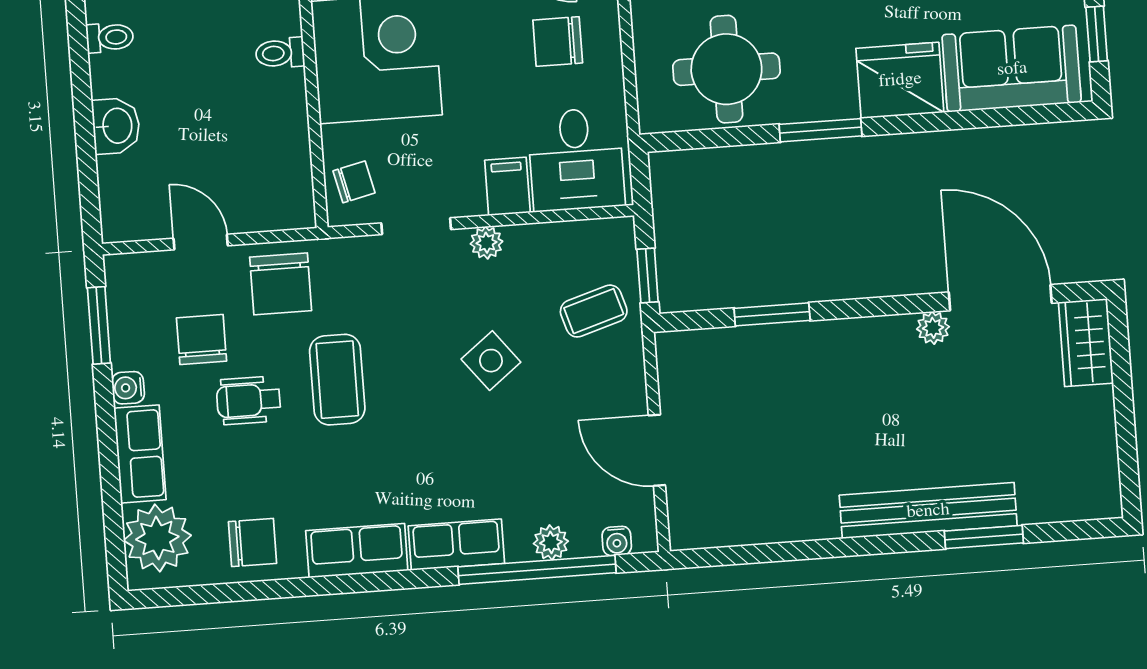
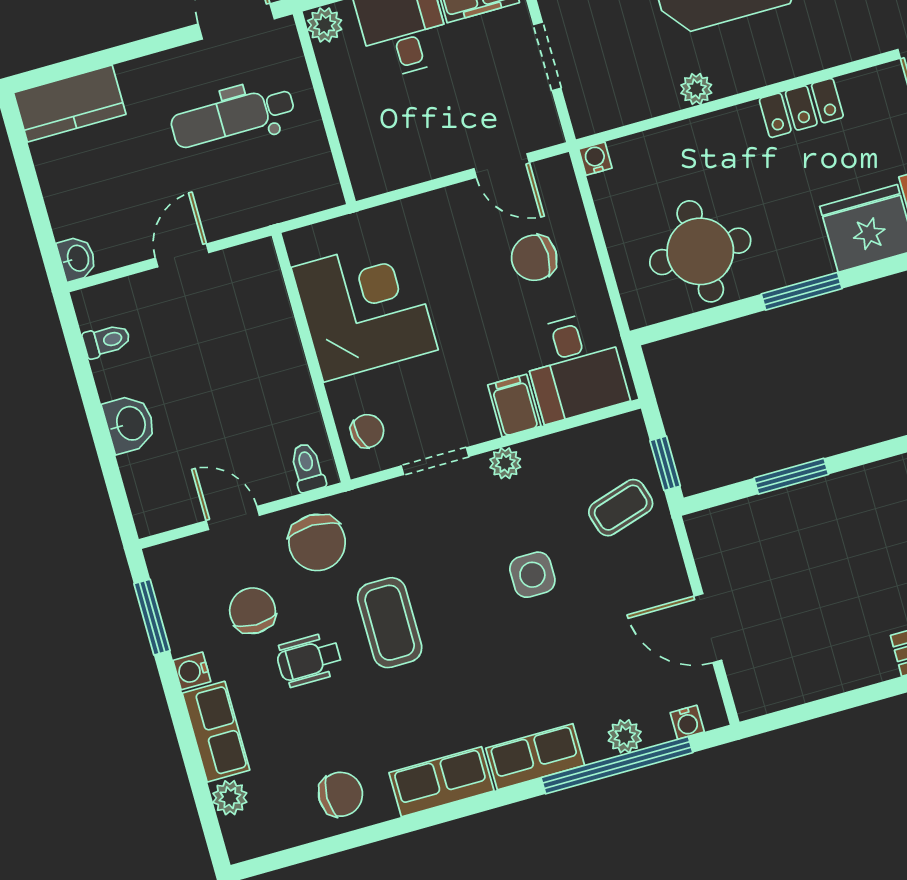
toilet: (280, 53) -> (307, 468), moved, turned 90
side table: (491, 361) -> (532, 575), turned 38
plant: (157, 538) -> (230, 798), width x0.53, depth x0.53

